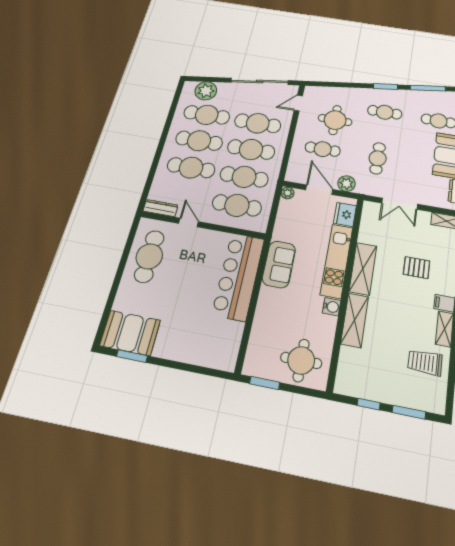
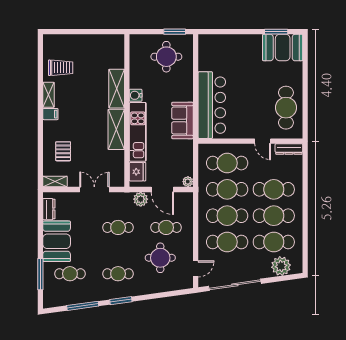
cafe table: (378, 158) -> (118, 227), turned 90
pallet: (417, 268) -> (63, 151), moved, turned 90
round table: (301, 360) -> (166, 57), moved
window: (369, 404) -> (98, 32), removed
window: (409, 412) -> (68, 32), removed

